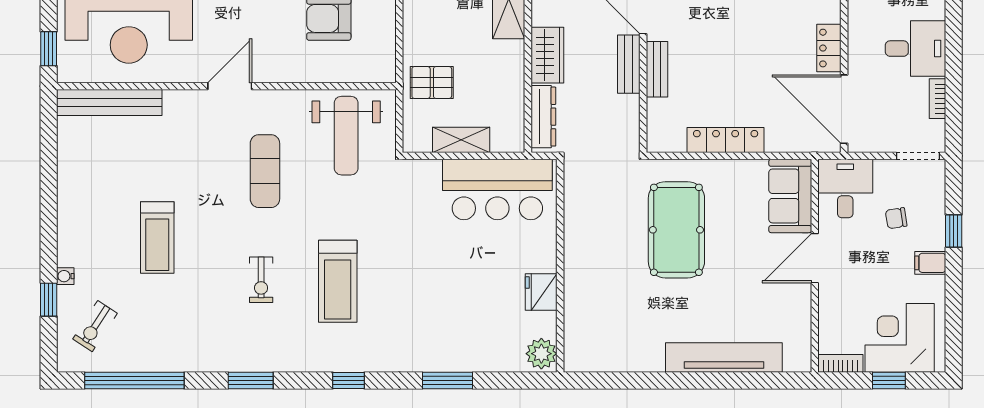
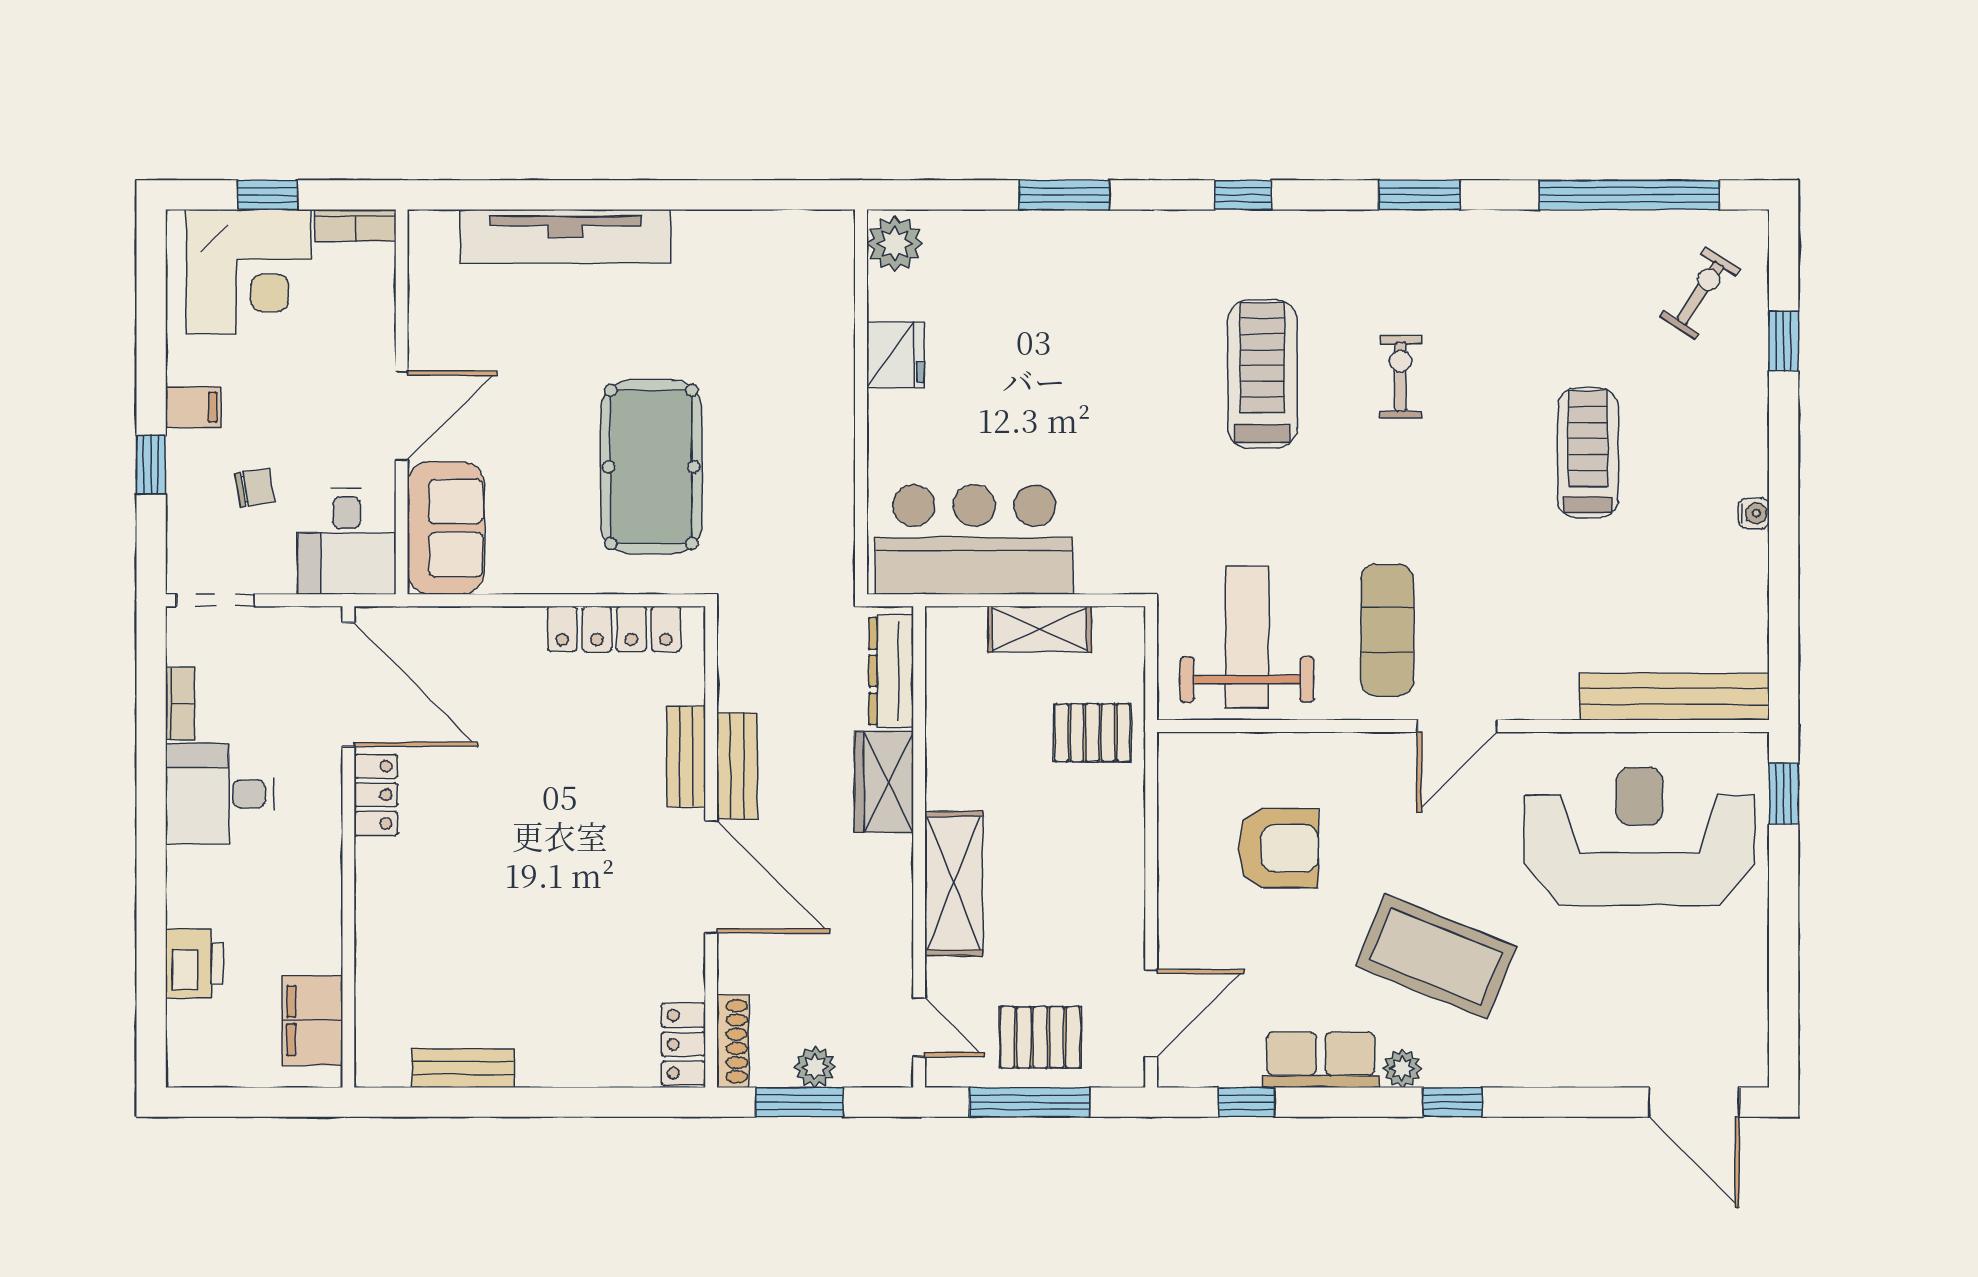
locker: (726, 140) -> (614, 629), moved
exercise mat: (265, 171) -> (1387, 630), moved
water cooler: (65, 276) -> (1754, 513), moved

